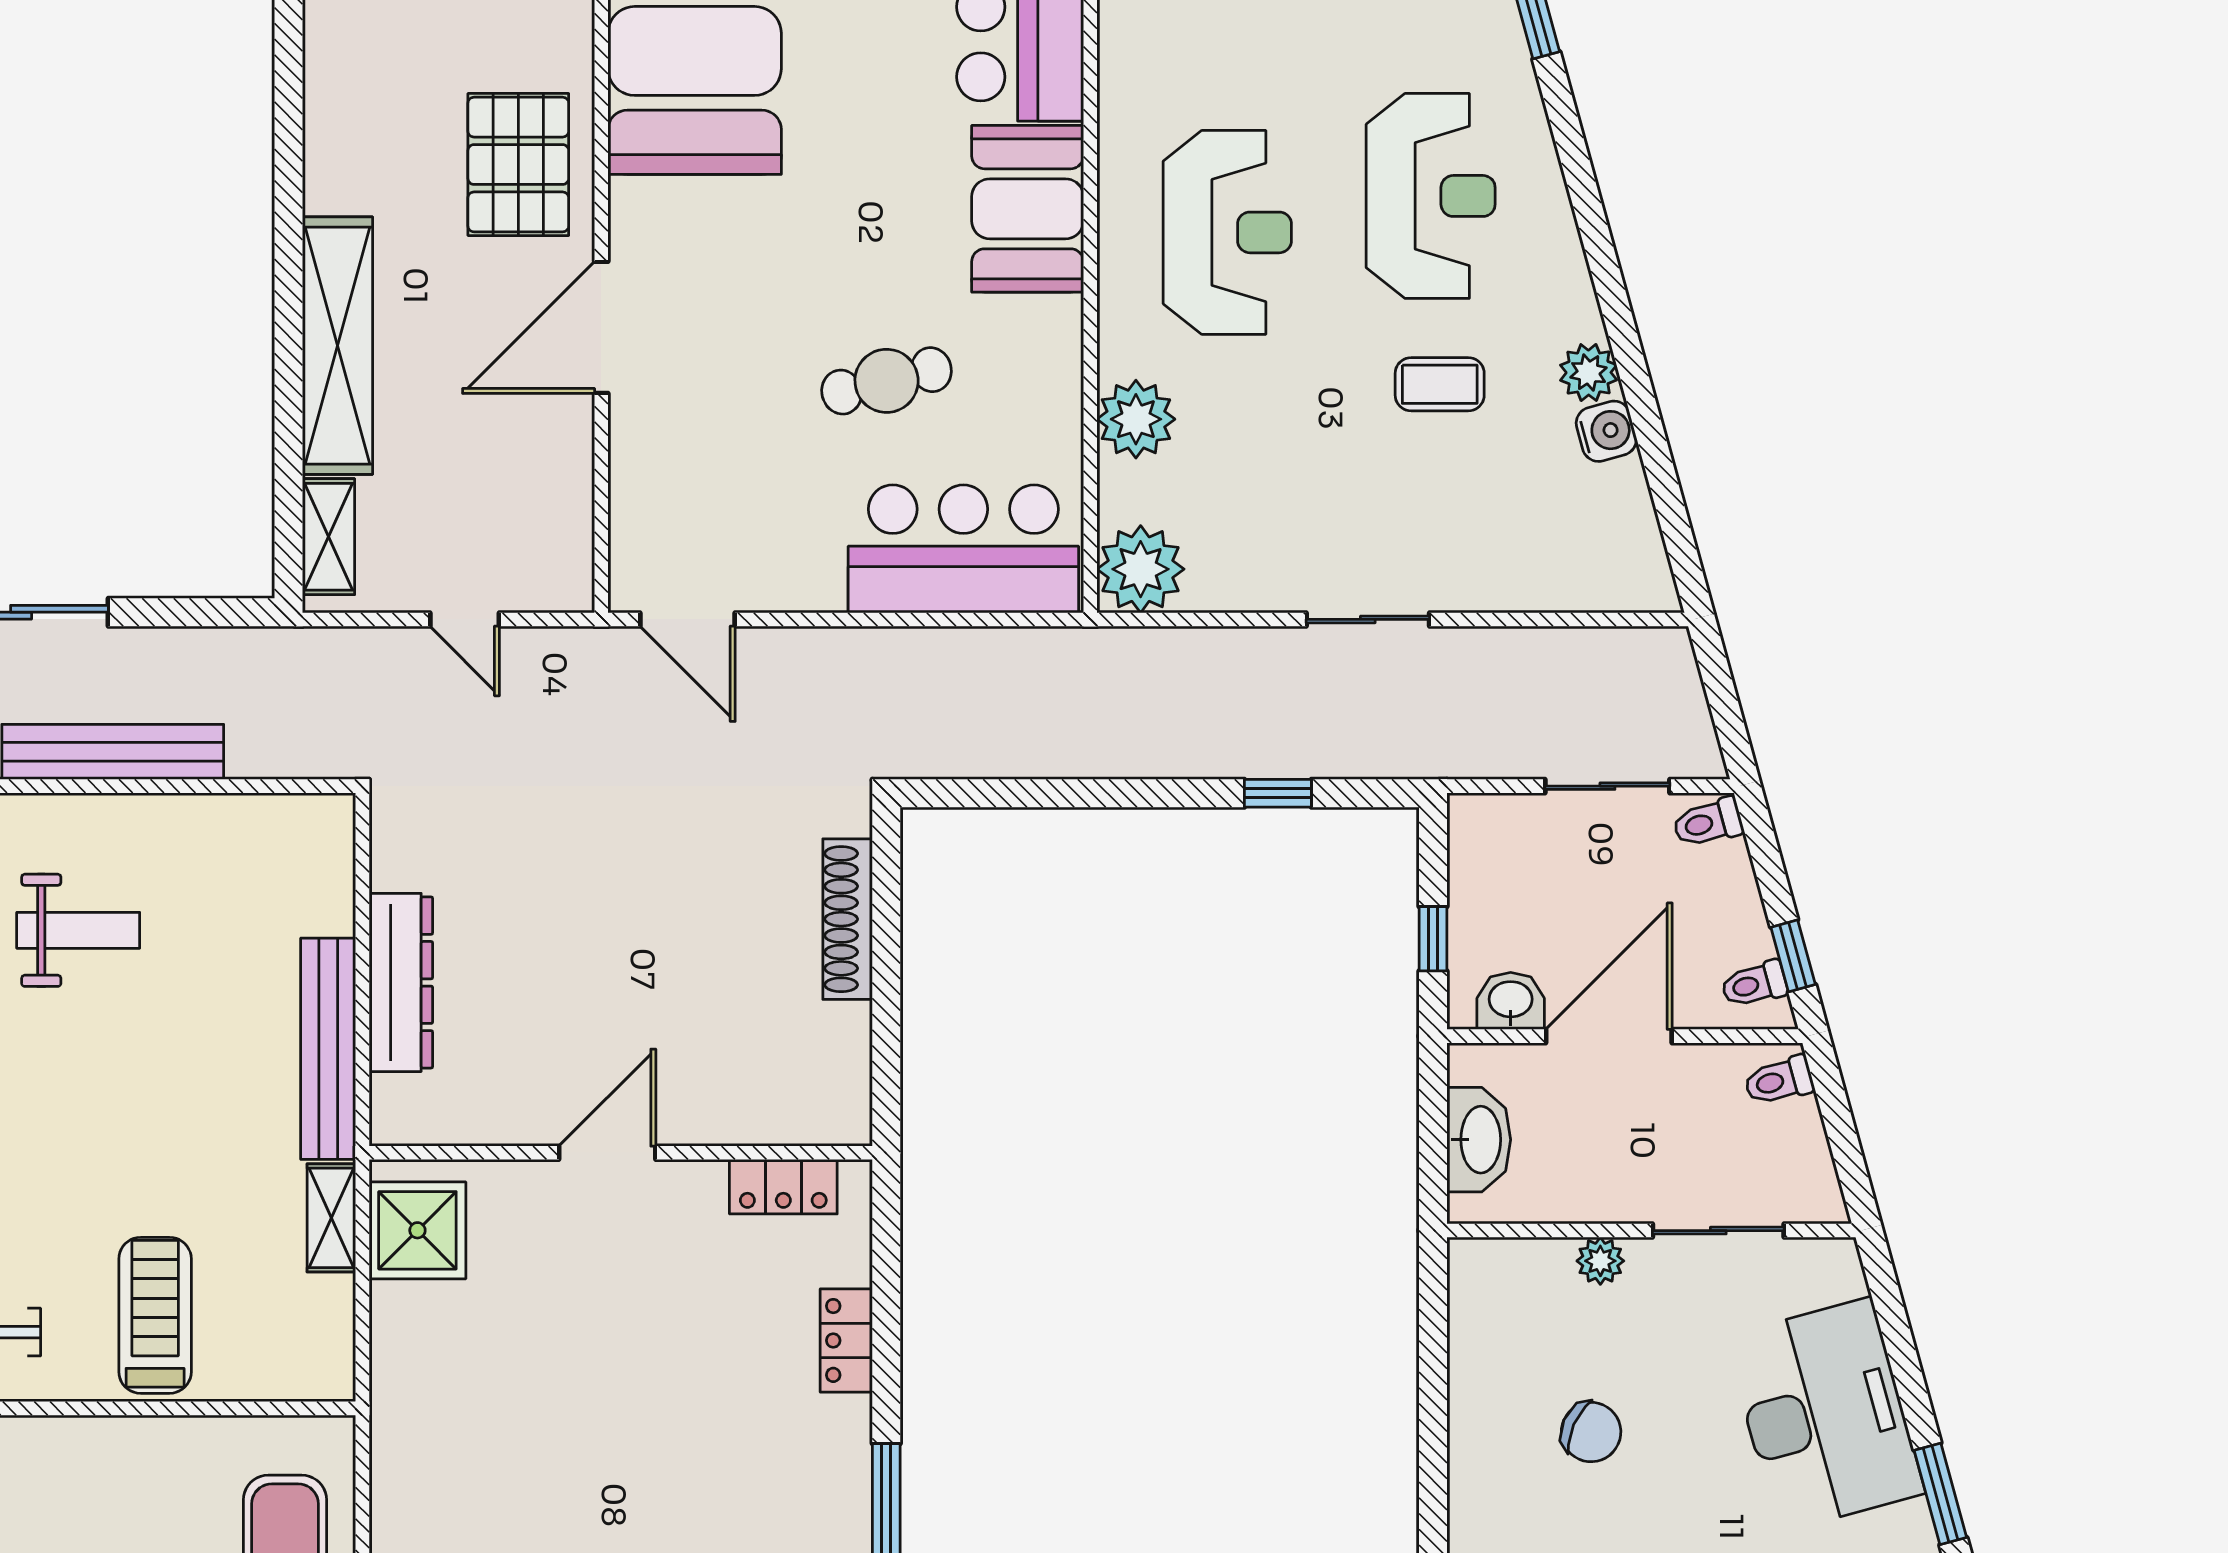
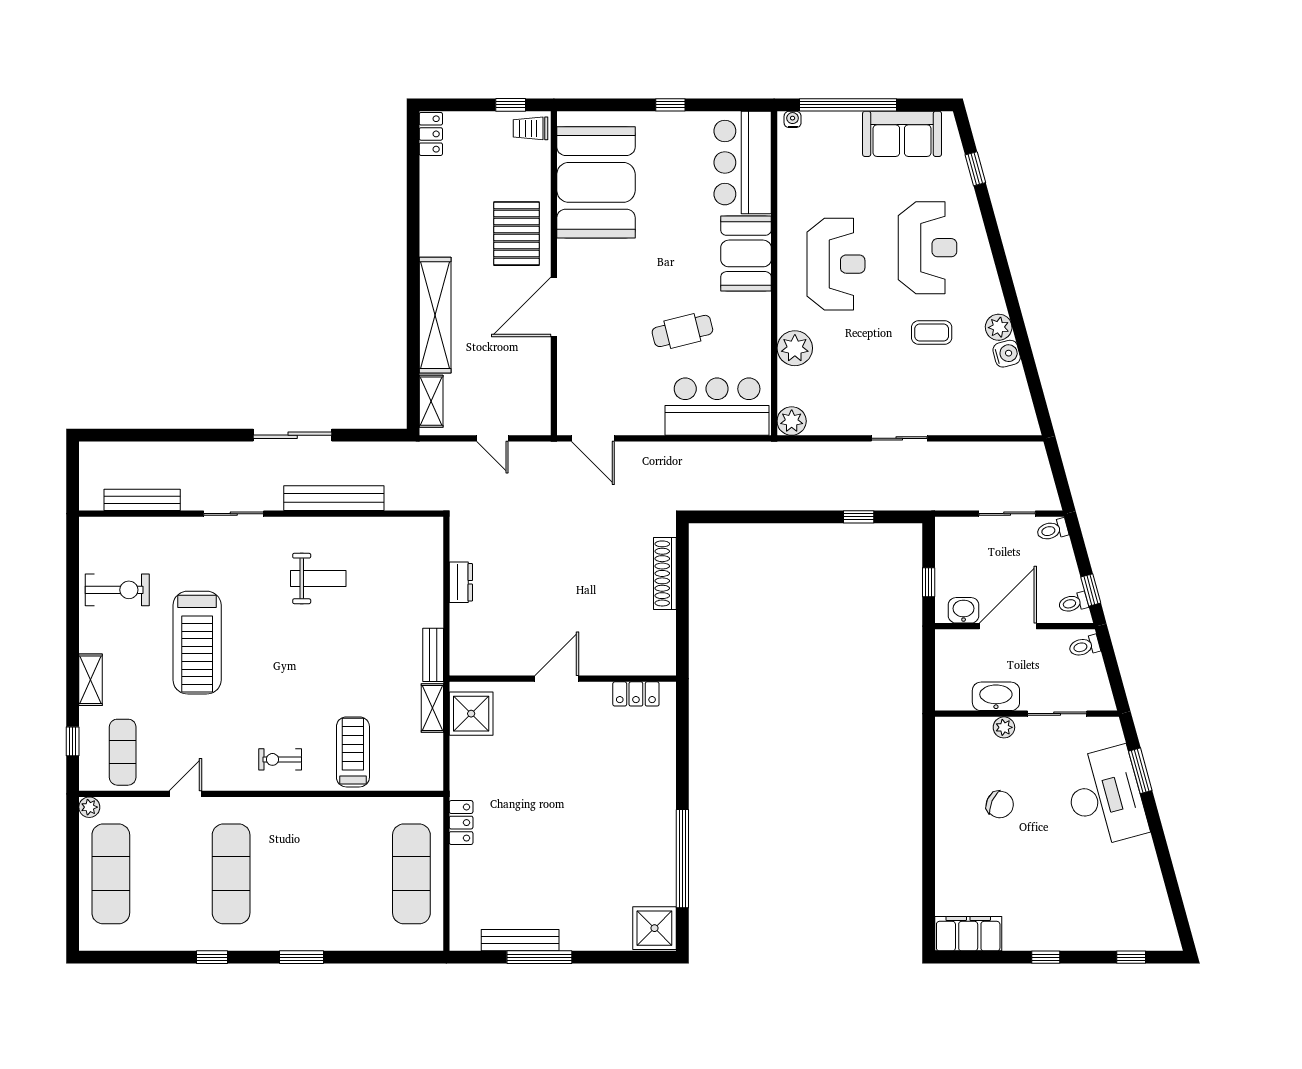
plant: (1141, 569) -> (792, 421), width x0.73, depth x0.73
dresser: (401, 982) -> (461, 582), width x0.51, depth x0.80
bench: (328, 1049) -> (433, 655), width x0.54, depth x0.82
washbasin: (1479, 1140) -> (996, 696), moved, turned -90
locker: (846, 1340) -> (461, 823), moved, turned 180
window: (1940, 1494) -> (1140, 771), moved

